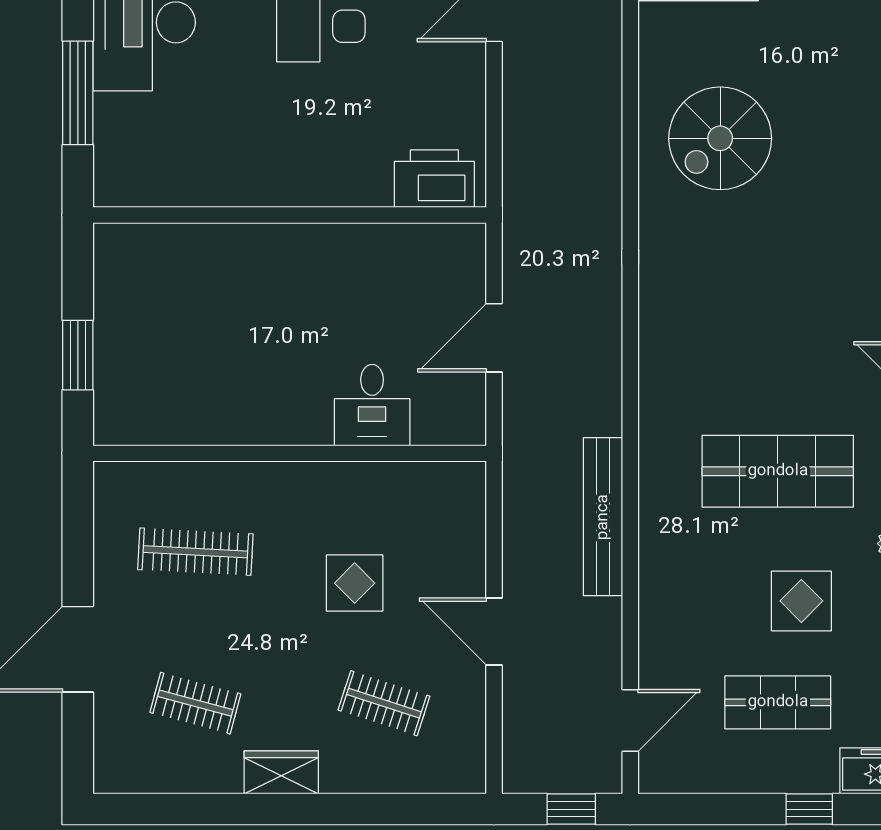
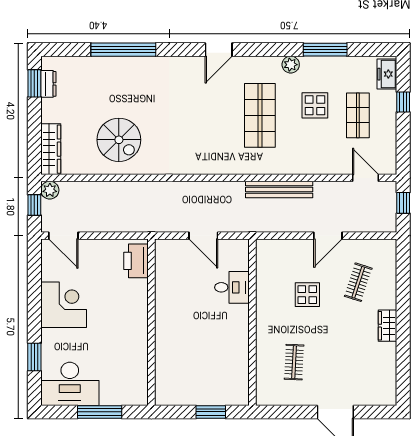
clothes rail: (195, 552) -> (294, 362), width x0.73
clothes rail: (195, 703) -> (358, 362), removed

